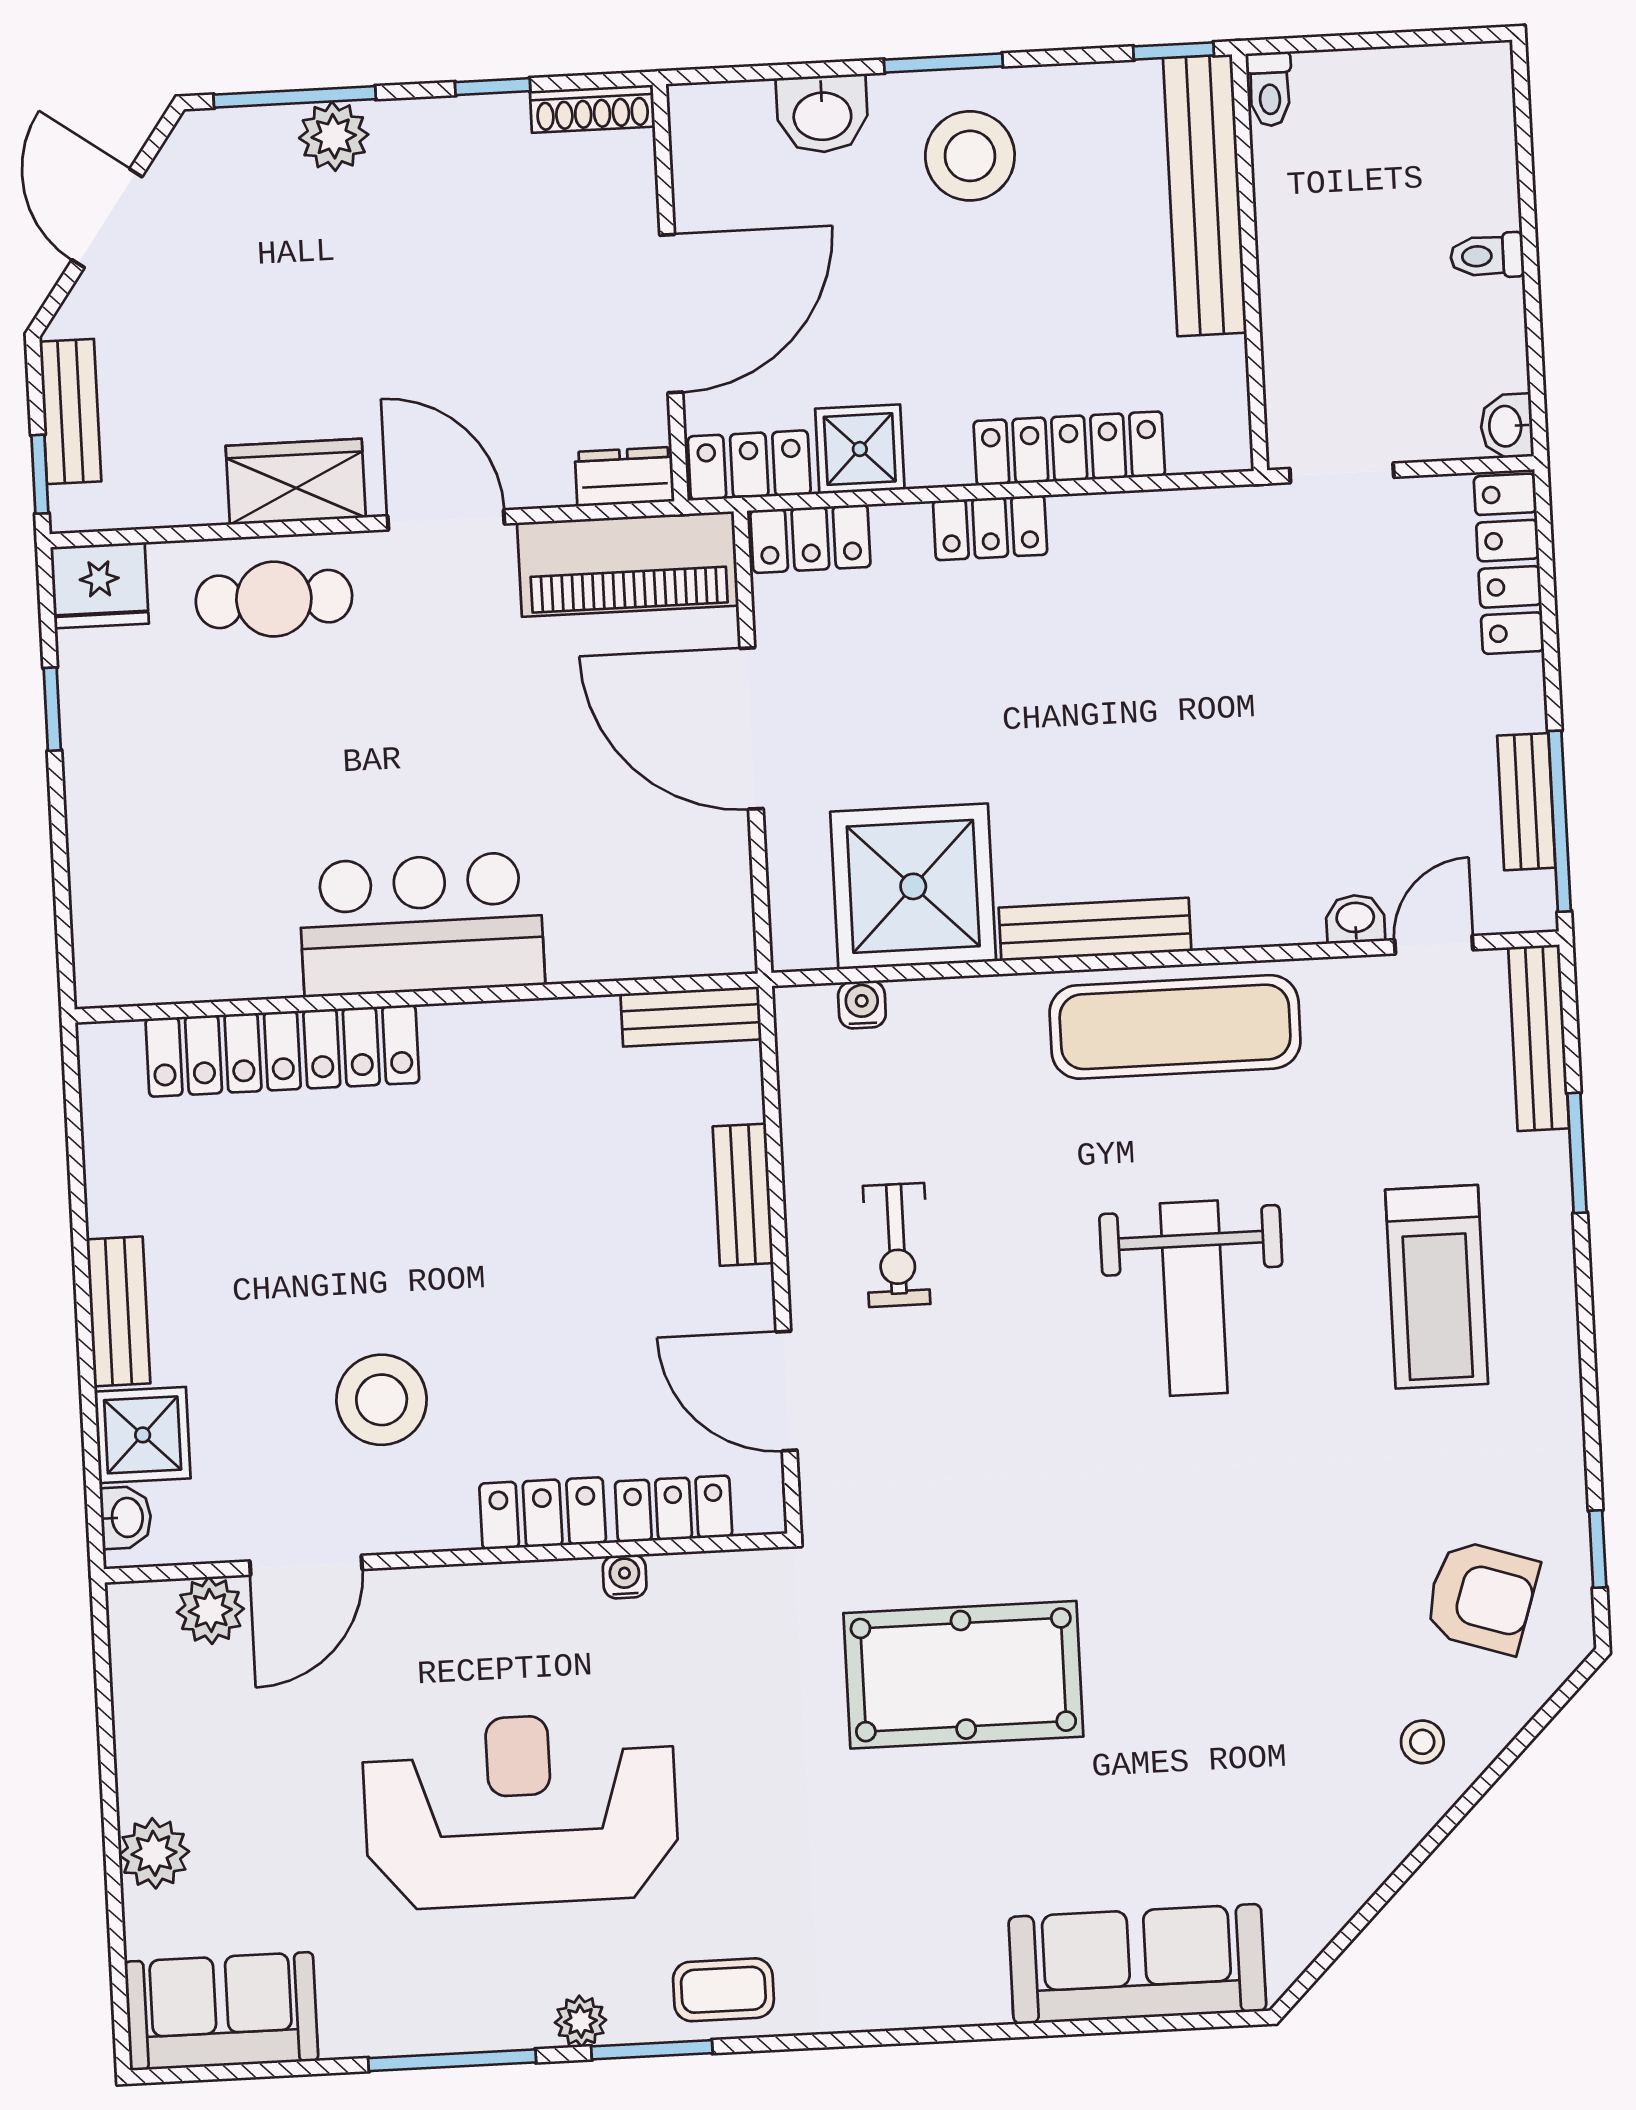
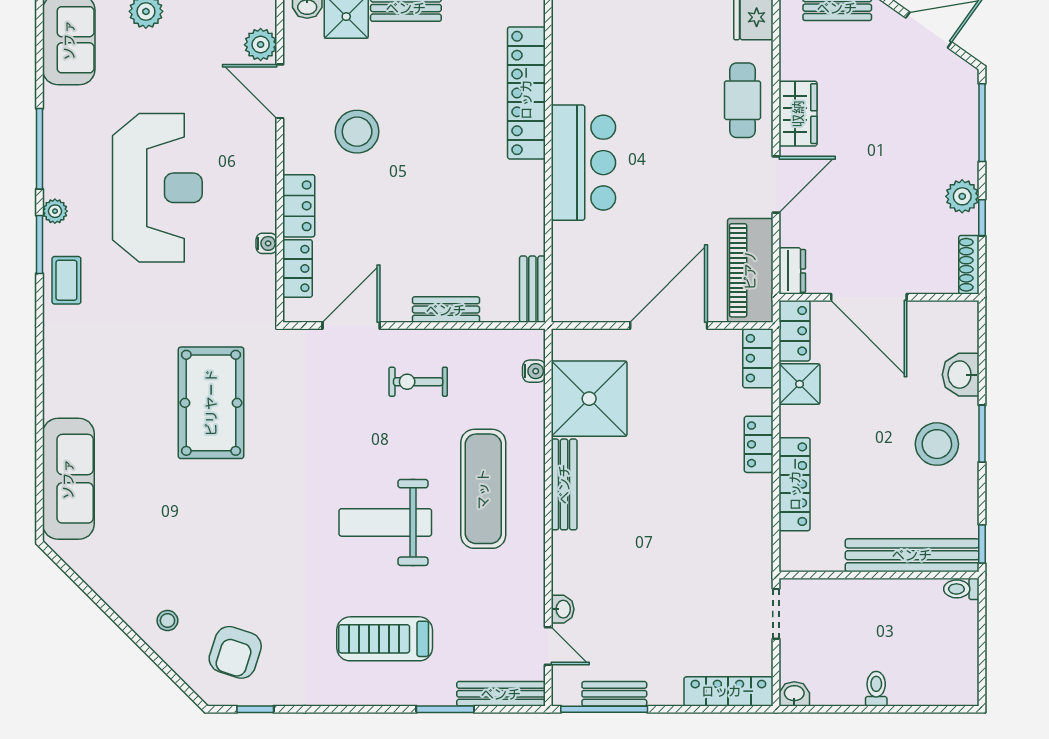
plant: (334, 136) -> (962, 196), moved
exercise mat: (1175, 1027) -> (483, 489), moved

